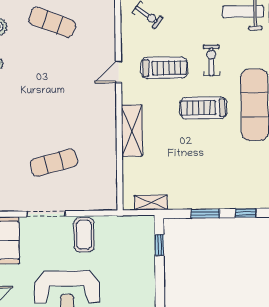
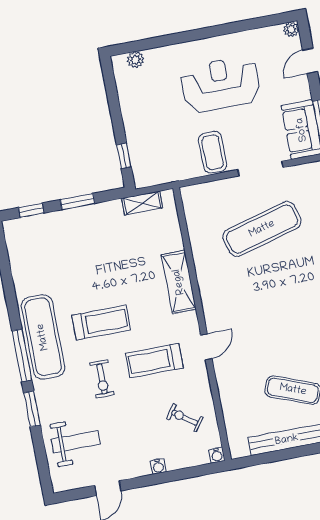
exercise mat: (54, 163) -> (262, 229), width x1.36, depth x1.45

